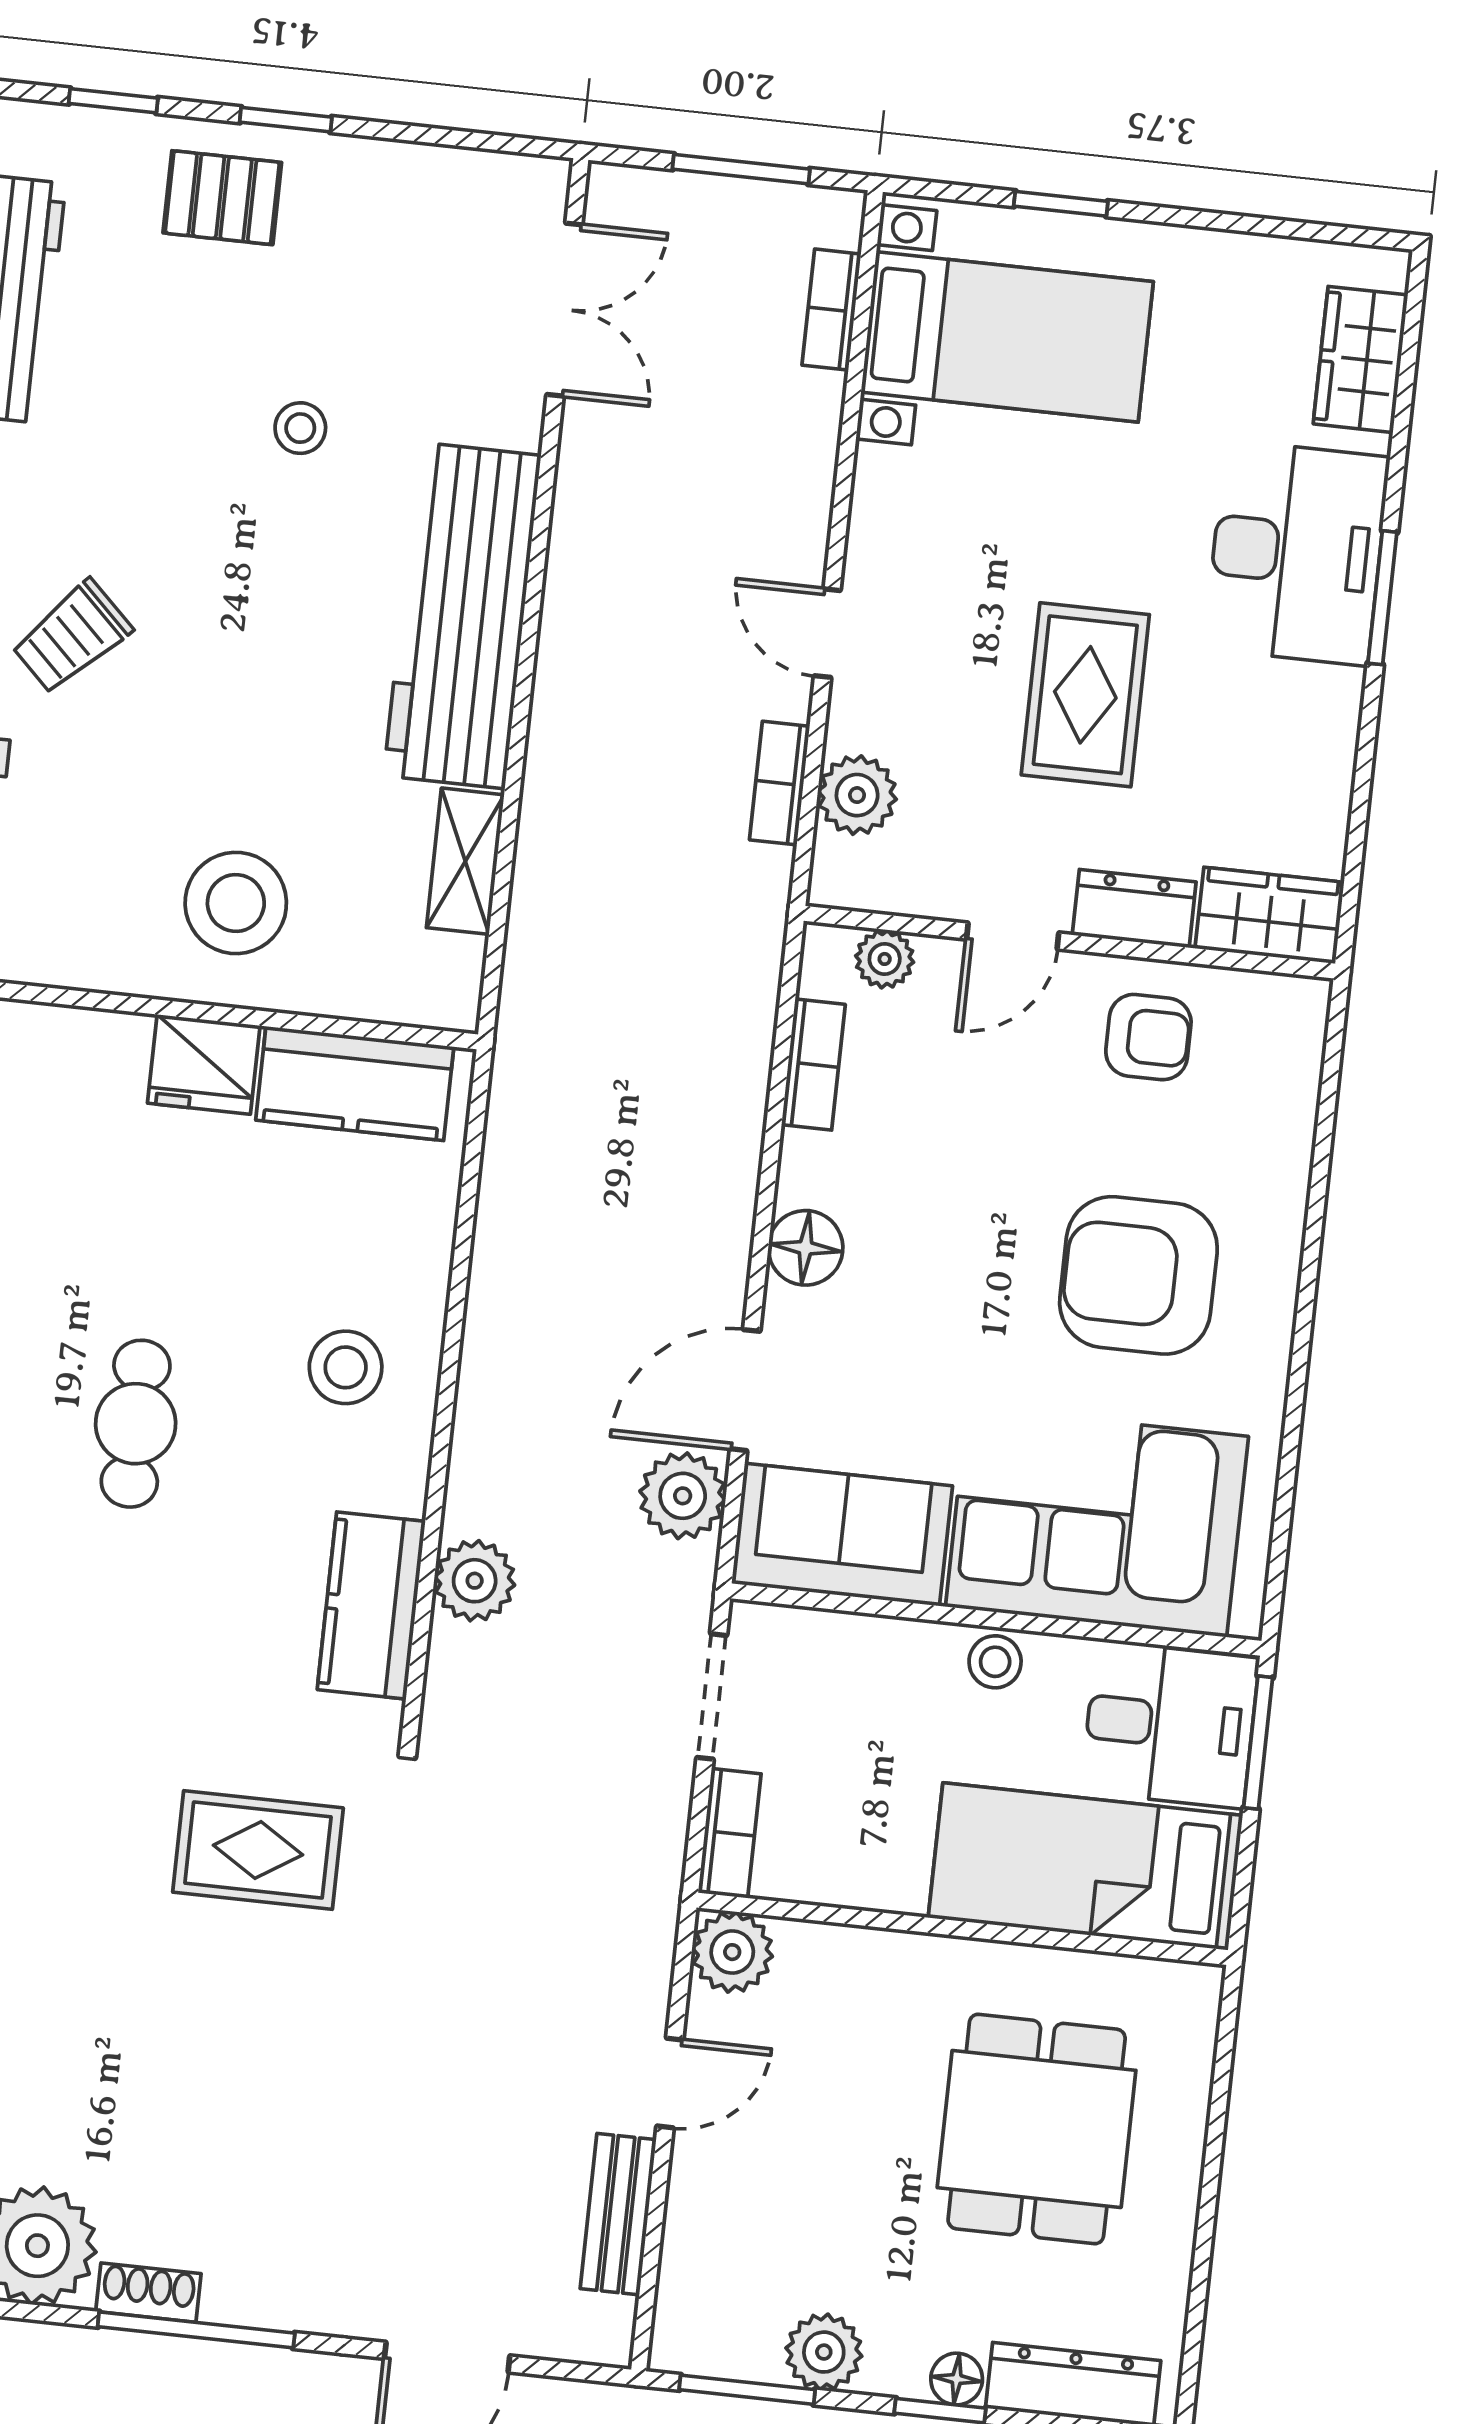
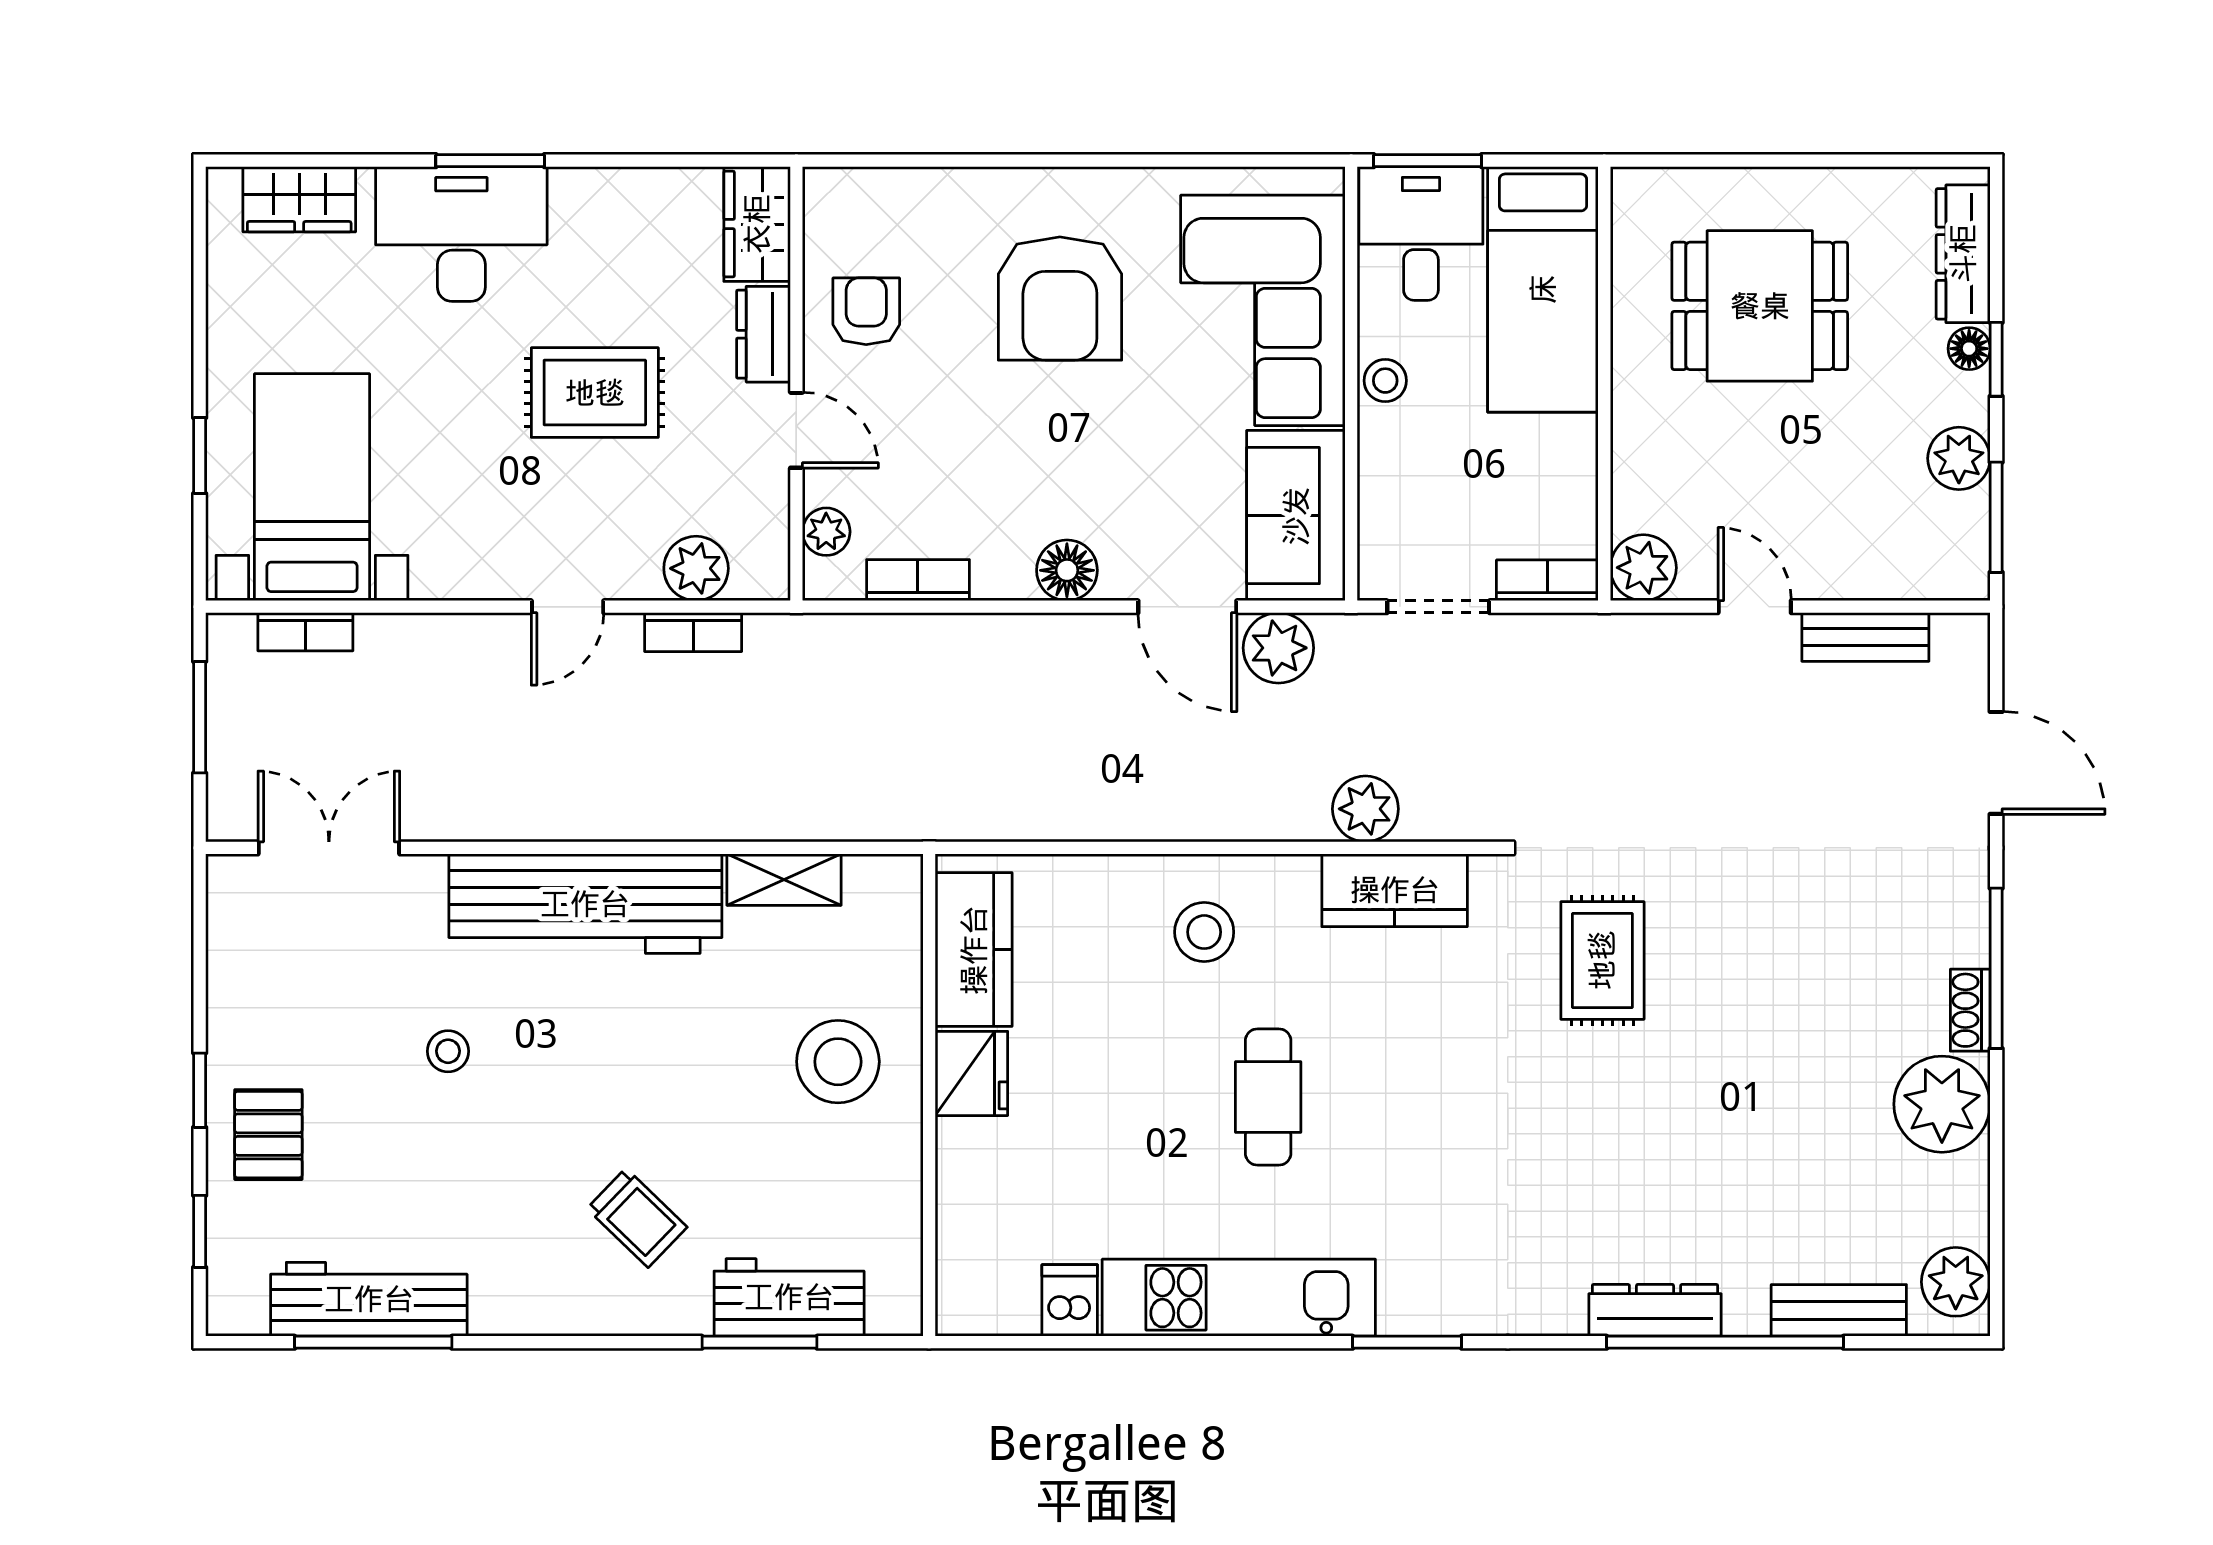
cafe table: (136, 1424) -> (1268, 1097), turned 90

